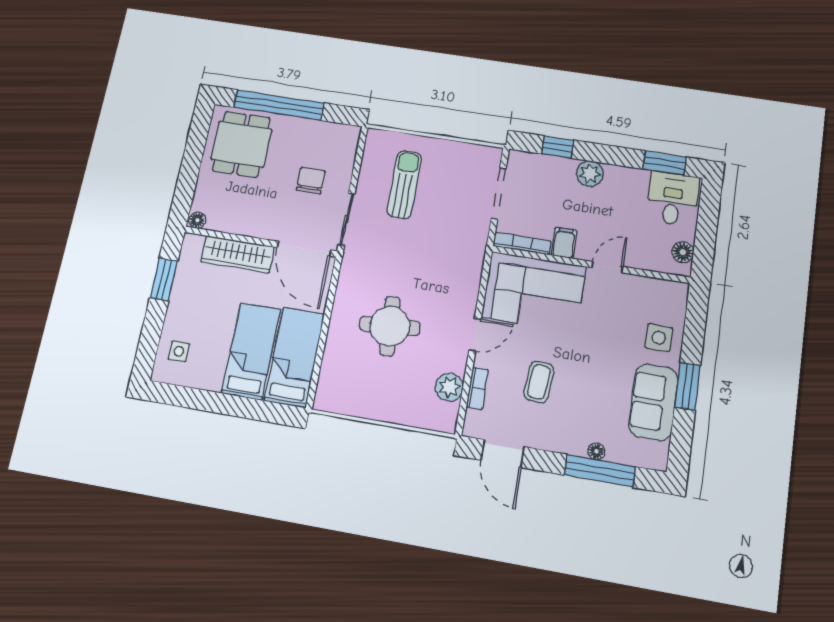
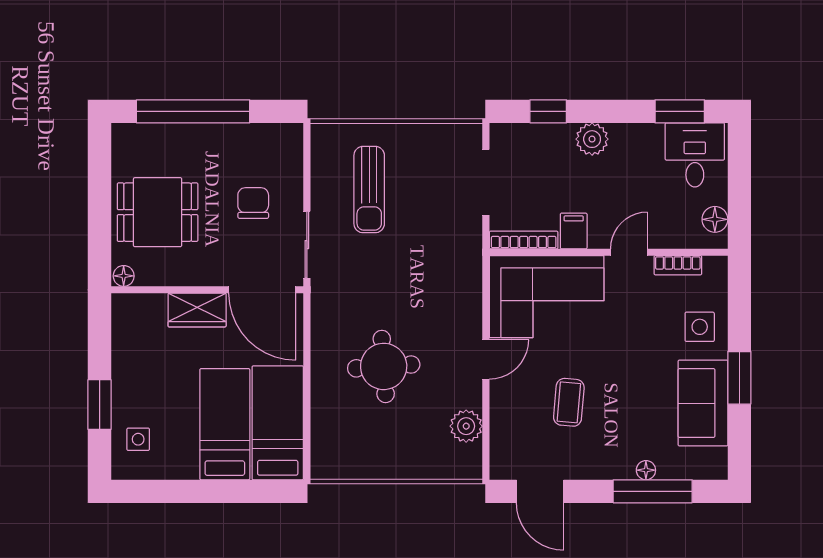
dining table: (241, 144) -> (158, 212), moved, turned 90
sun lounger: (404, 185) -> (369, 190), turned 180
wardrobe: (237, 254) -> (197, 310), width x0.67
window: (164, 279) -> (100, 405), moved
bookcase: (477, 388) -> (678, 265), moved, turned 90

